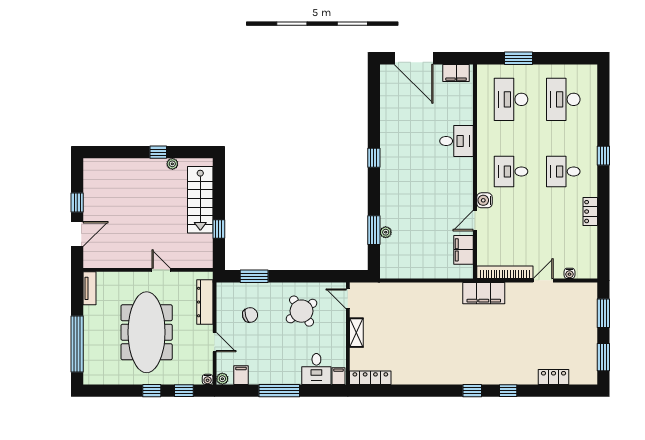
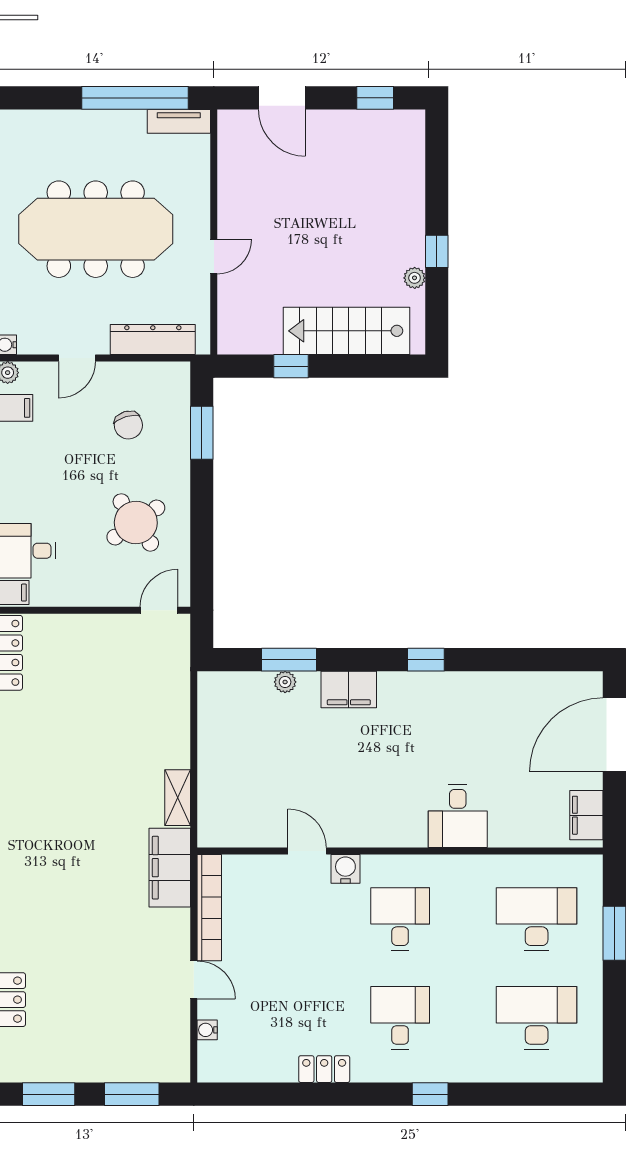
window: (77, 203) -> (375, 98), moved
filing cabinet: (464, 250) -> (349, 689), moved, turned 180
shelving: (356, 333) -> (178, 798), moved, turned 90
window: (77, 344) -> (135, 98), moved

